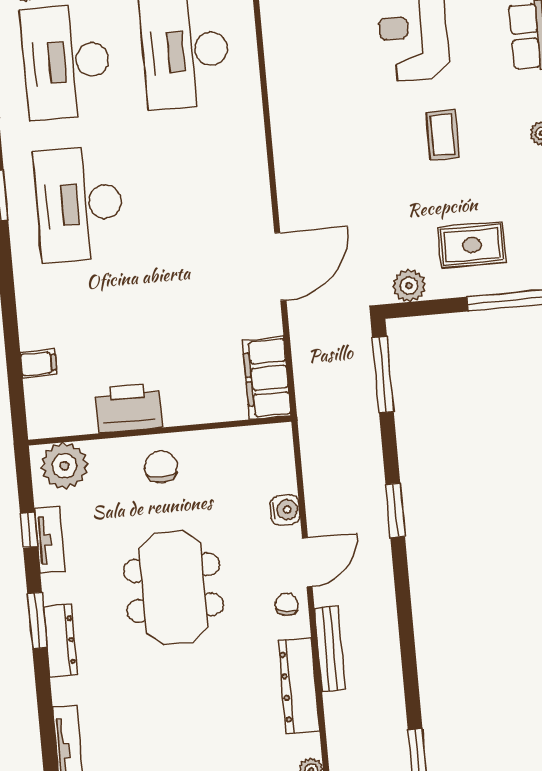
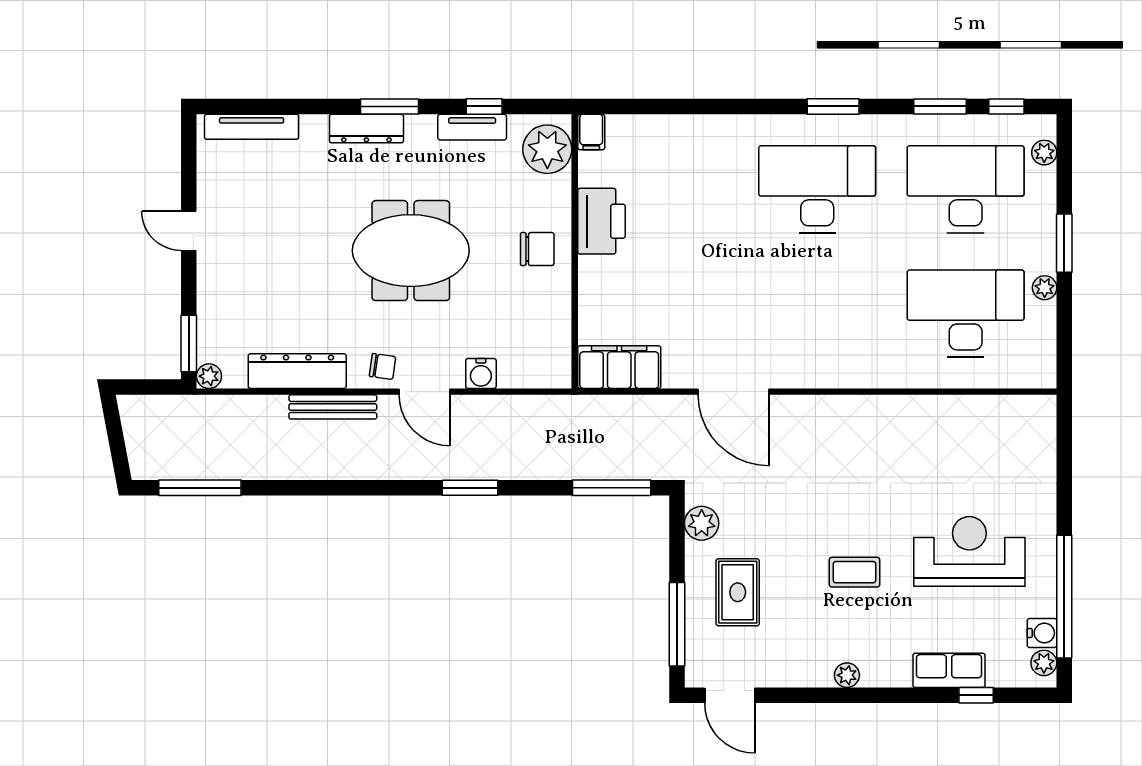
filing cabinet: (38, 364) -> (591, 132), moved

